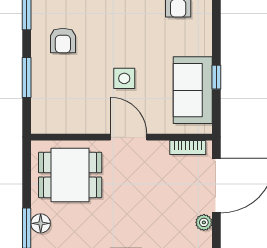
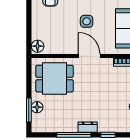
window: (27, 77) -> (29, 21), removed
floor lamp: (41, 120) -> (38, 46), added

